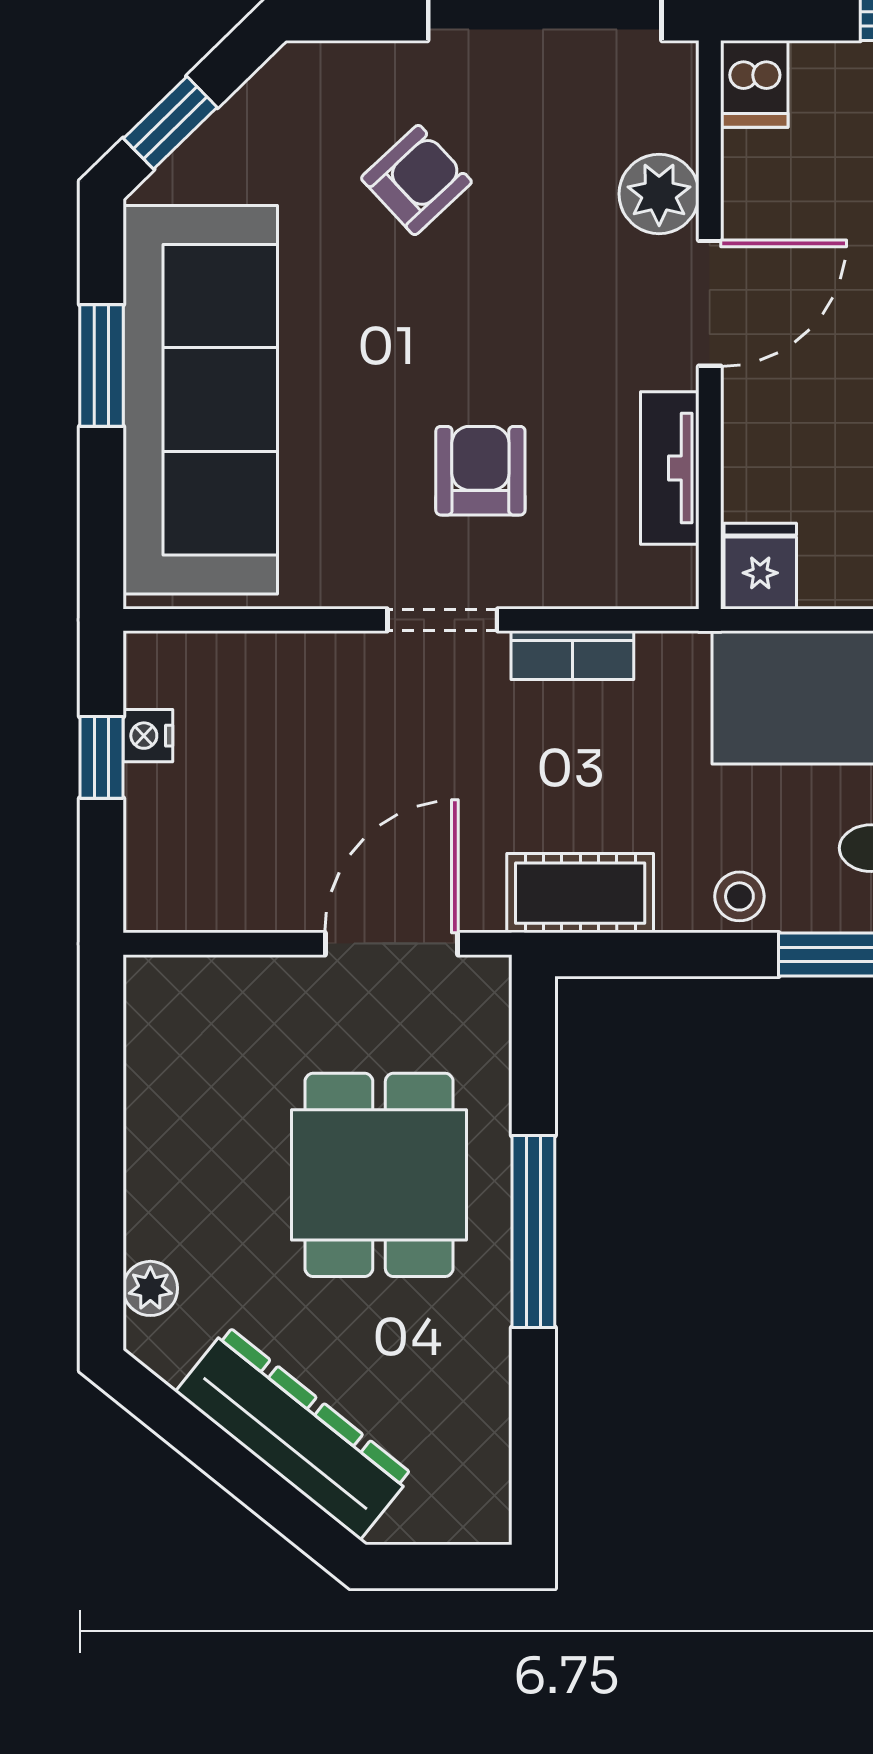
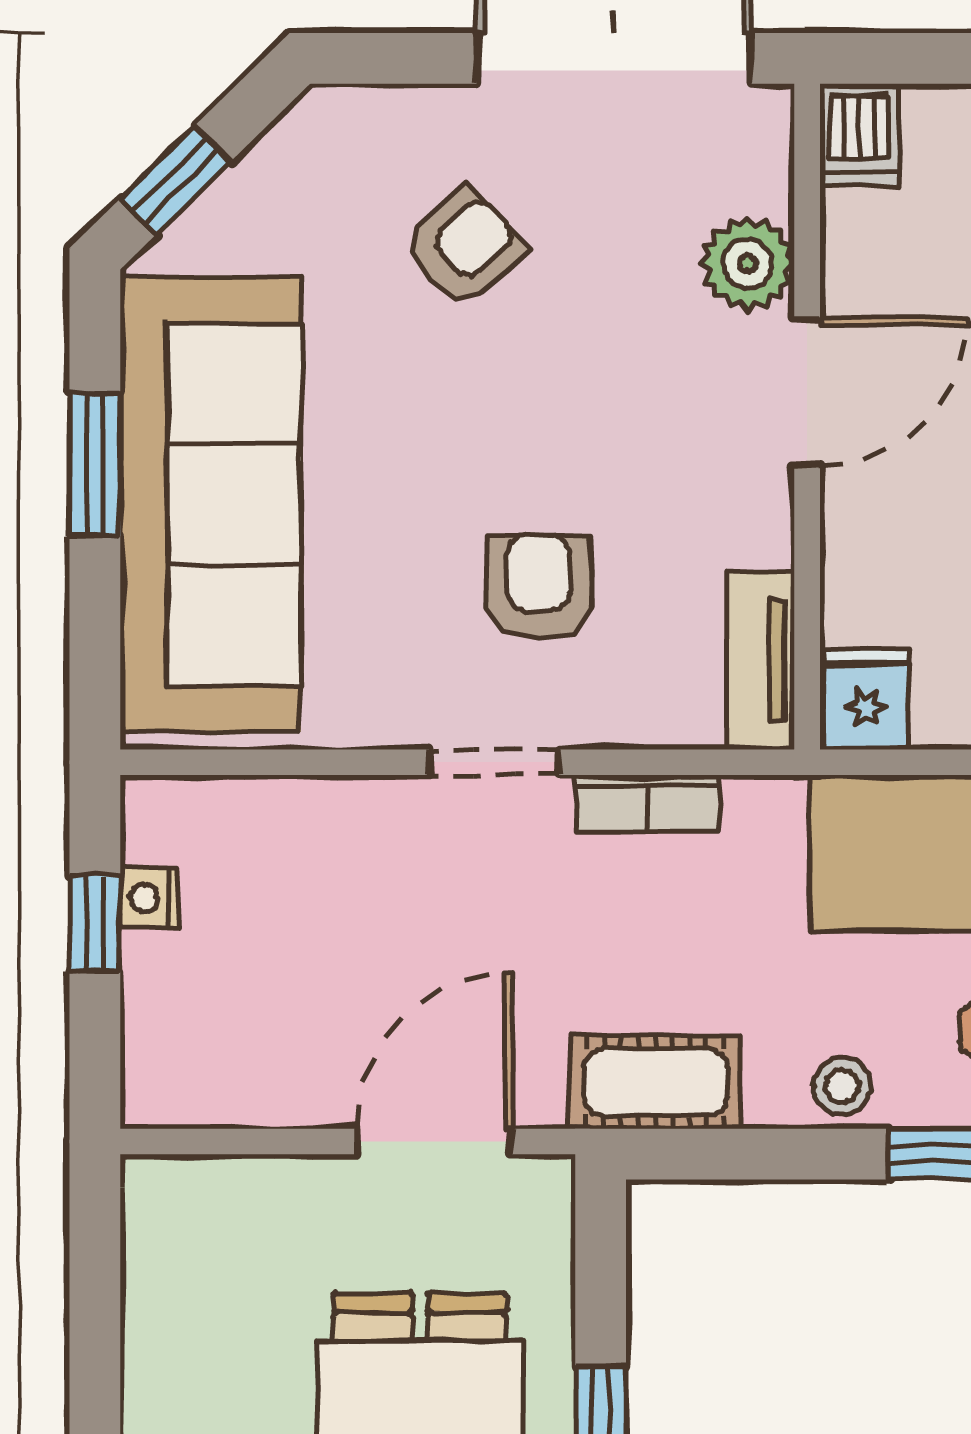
tv unit: (670, 468) -> (760, 660), moved

